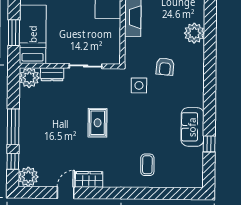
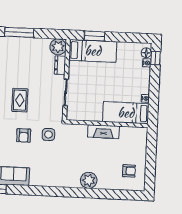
armchair: (165, 67) -> (24, 135), moved, turned -95
rug: (98, 123) -> (20, 100), turned 90

